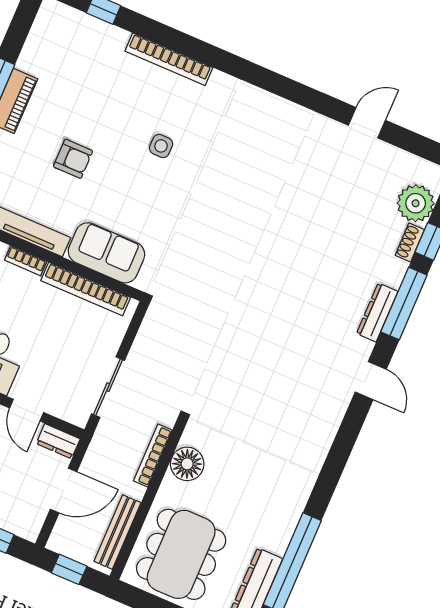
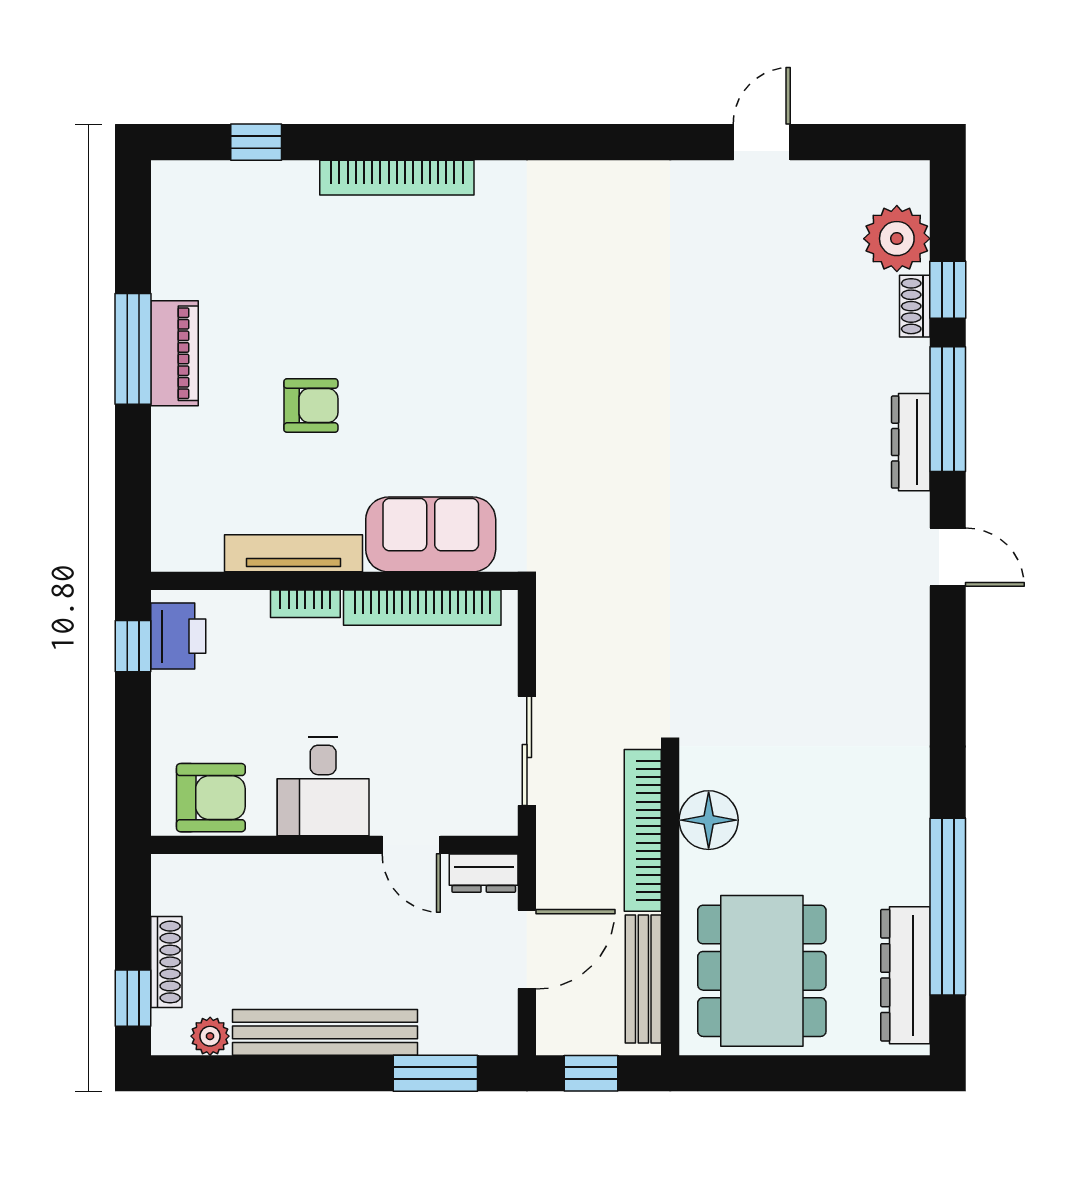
side table: (161, 146) -> (444, 323), removed
bookcase: (153, 455) -> (643, 830), width x1.48, depth x1.31

